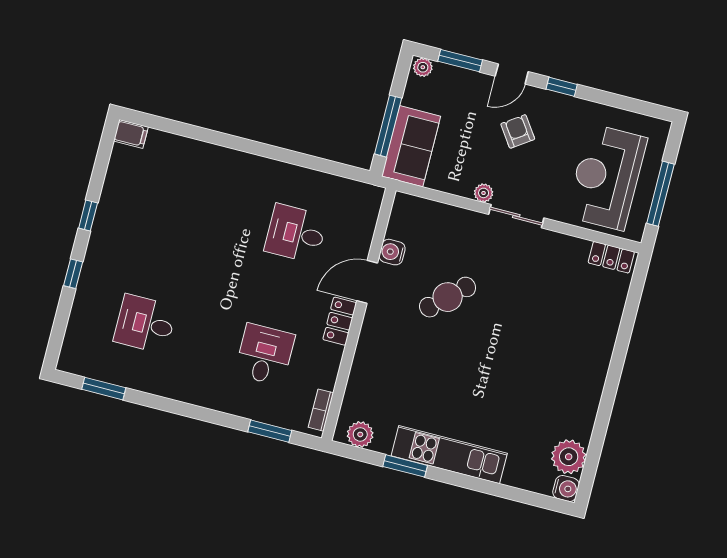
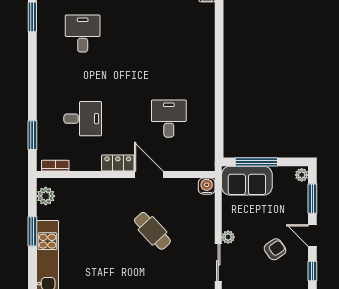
water cooler: (392, 252) -> (207, 186), moved

